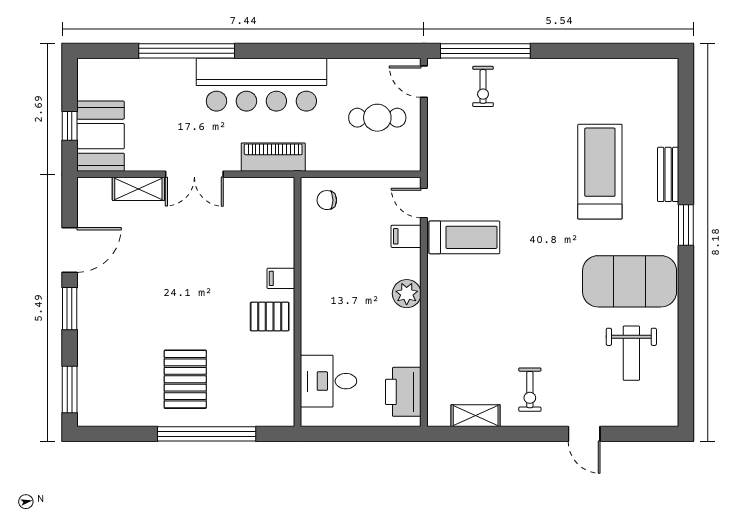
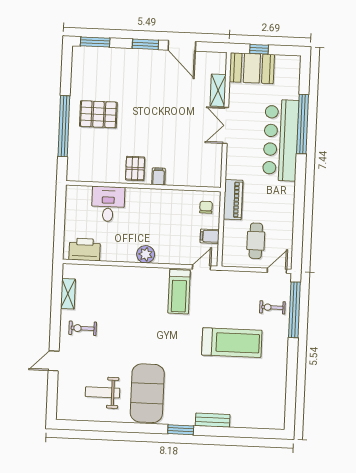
bar counter: (261, 85) -> (281, 140), moved
piano: (273, 157) -> (233, 200), moved
treadmill: (600, 172) -> (232, 343), moved
filing cabinet: (406, 236) -> (210, 236), moved, turned -90
desk: (329, 381) -> (108, 204), moved

